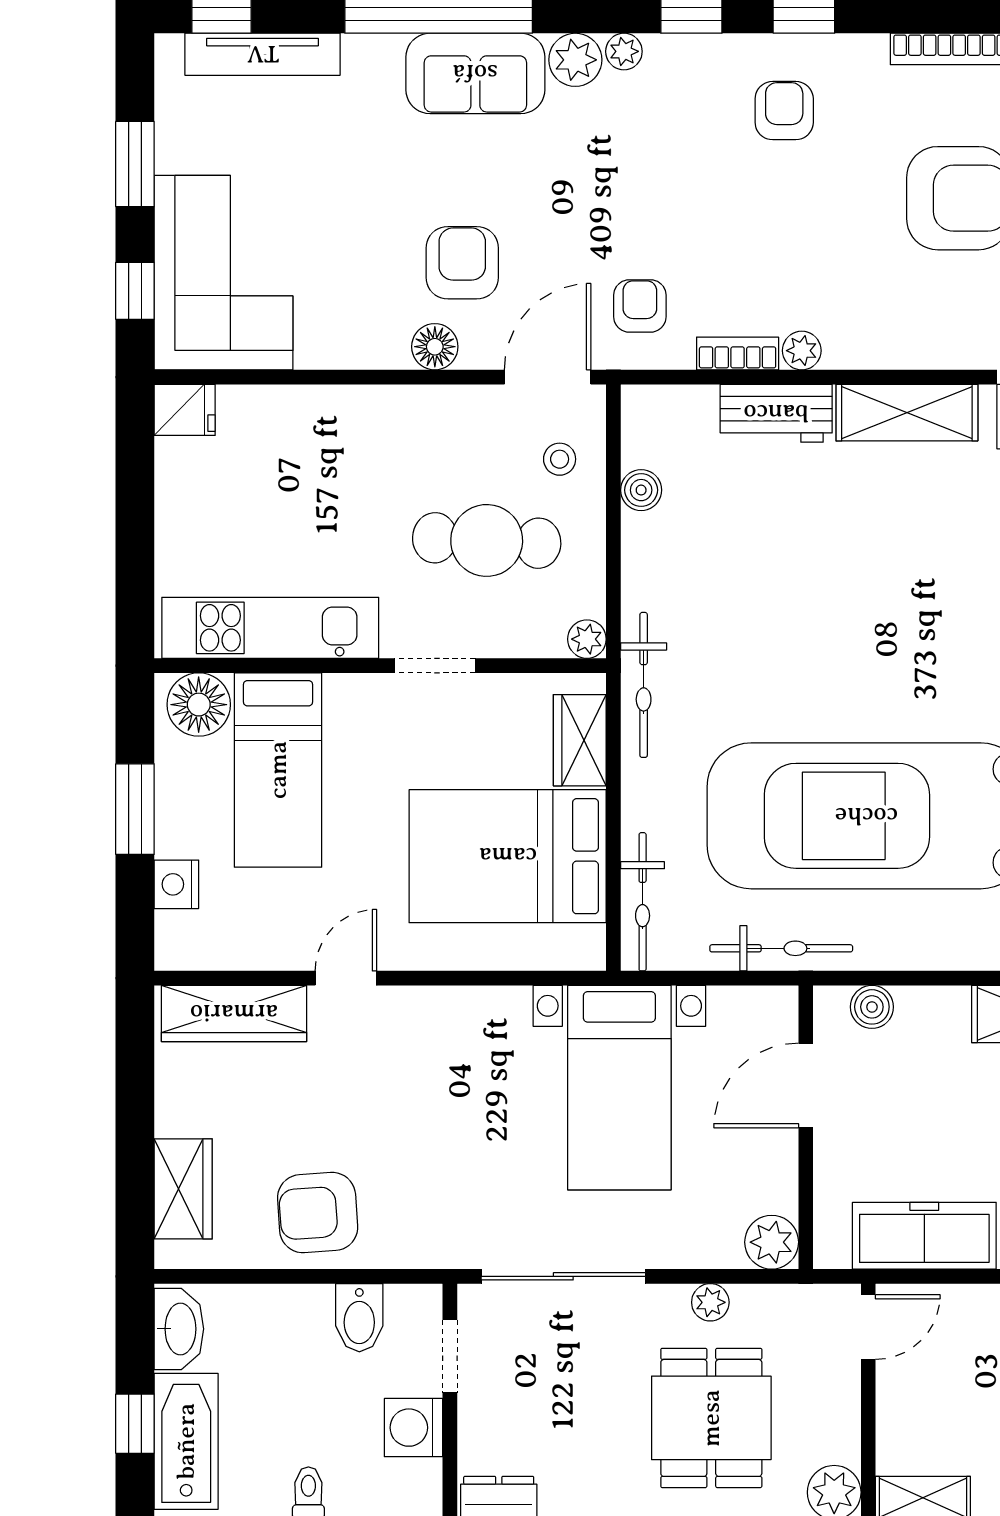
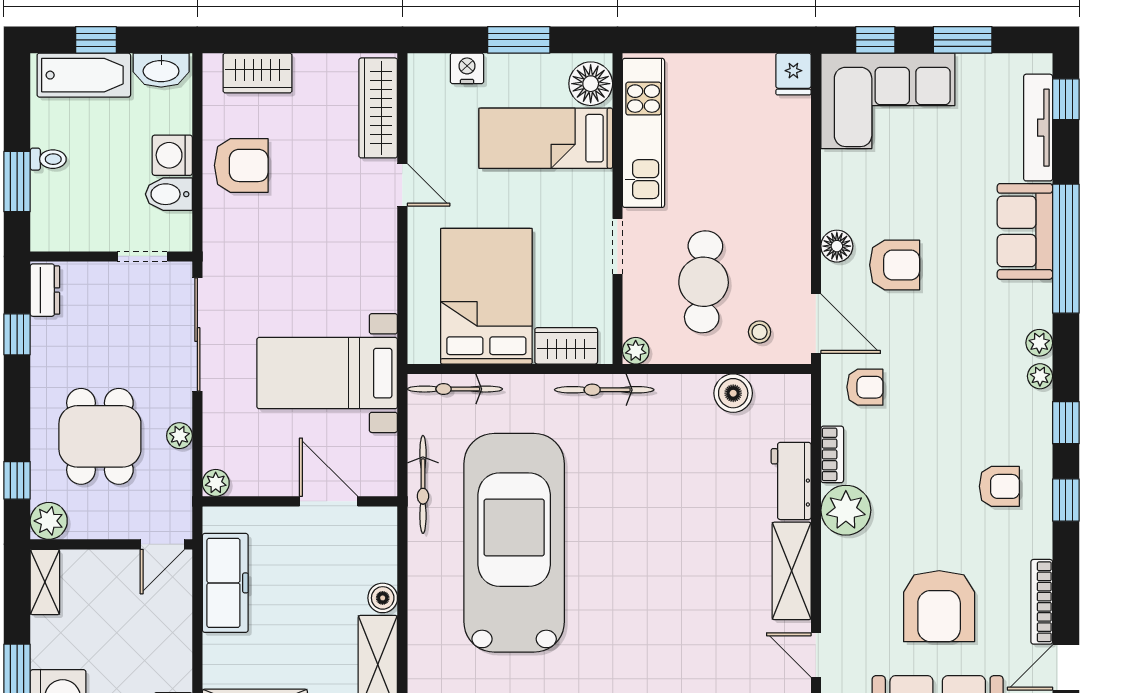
plant: (575, 60) -> (1039, 343), width x0.73, depth x0.73
sofa: (475, 73) -> (1025, 231), moved
plant: (802, 351) -> (846, 510), width x1.88, depth x1.88
boiler: (641, 490) -> (733, 393), width x1.36, depth x1.36
boiler: (872, 1007) -> (383, 598), moved
armchair: (318, 1213) -> (241, 165), turned 94
plant: (772, 1242) -> (216, 483), width x0.73, depth x0.73
door: (868, 1327) -> (162, 544), hinge flipped
dining table: (711, 1418) -> (100, 436), turned 90
washing machine: (414, 1428) -> (172, 155), moved, turned -90

